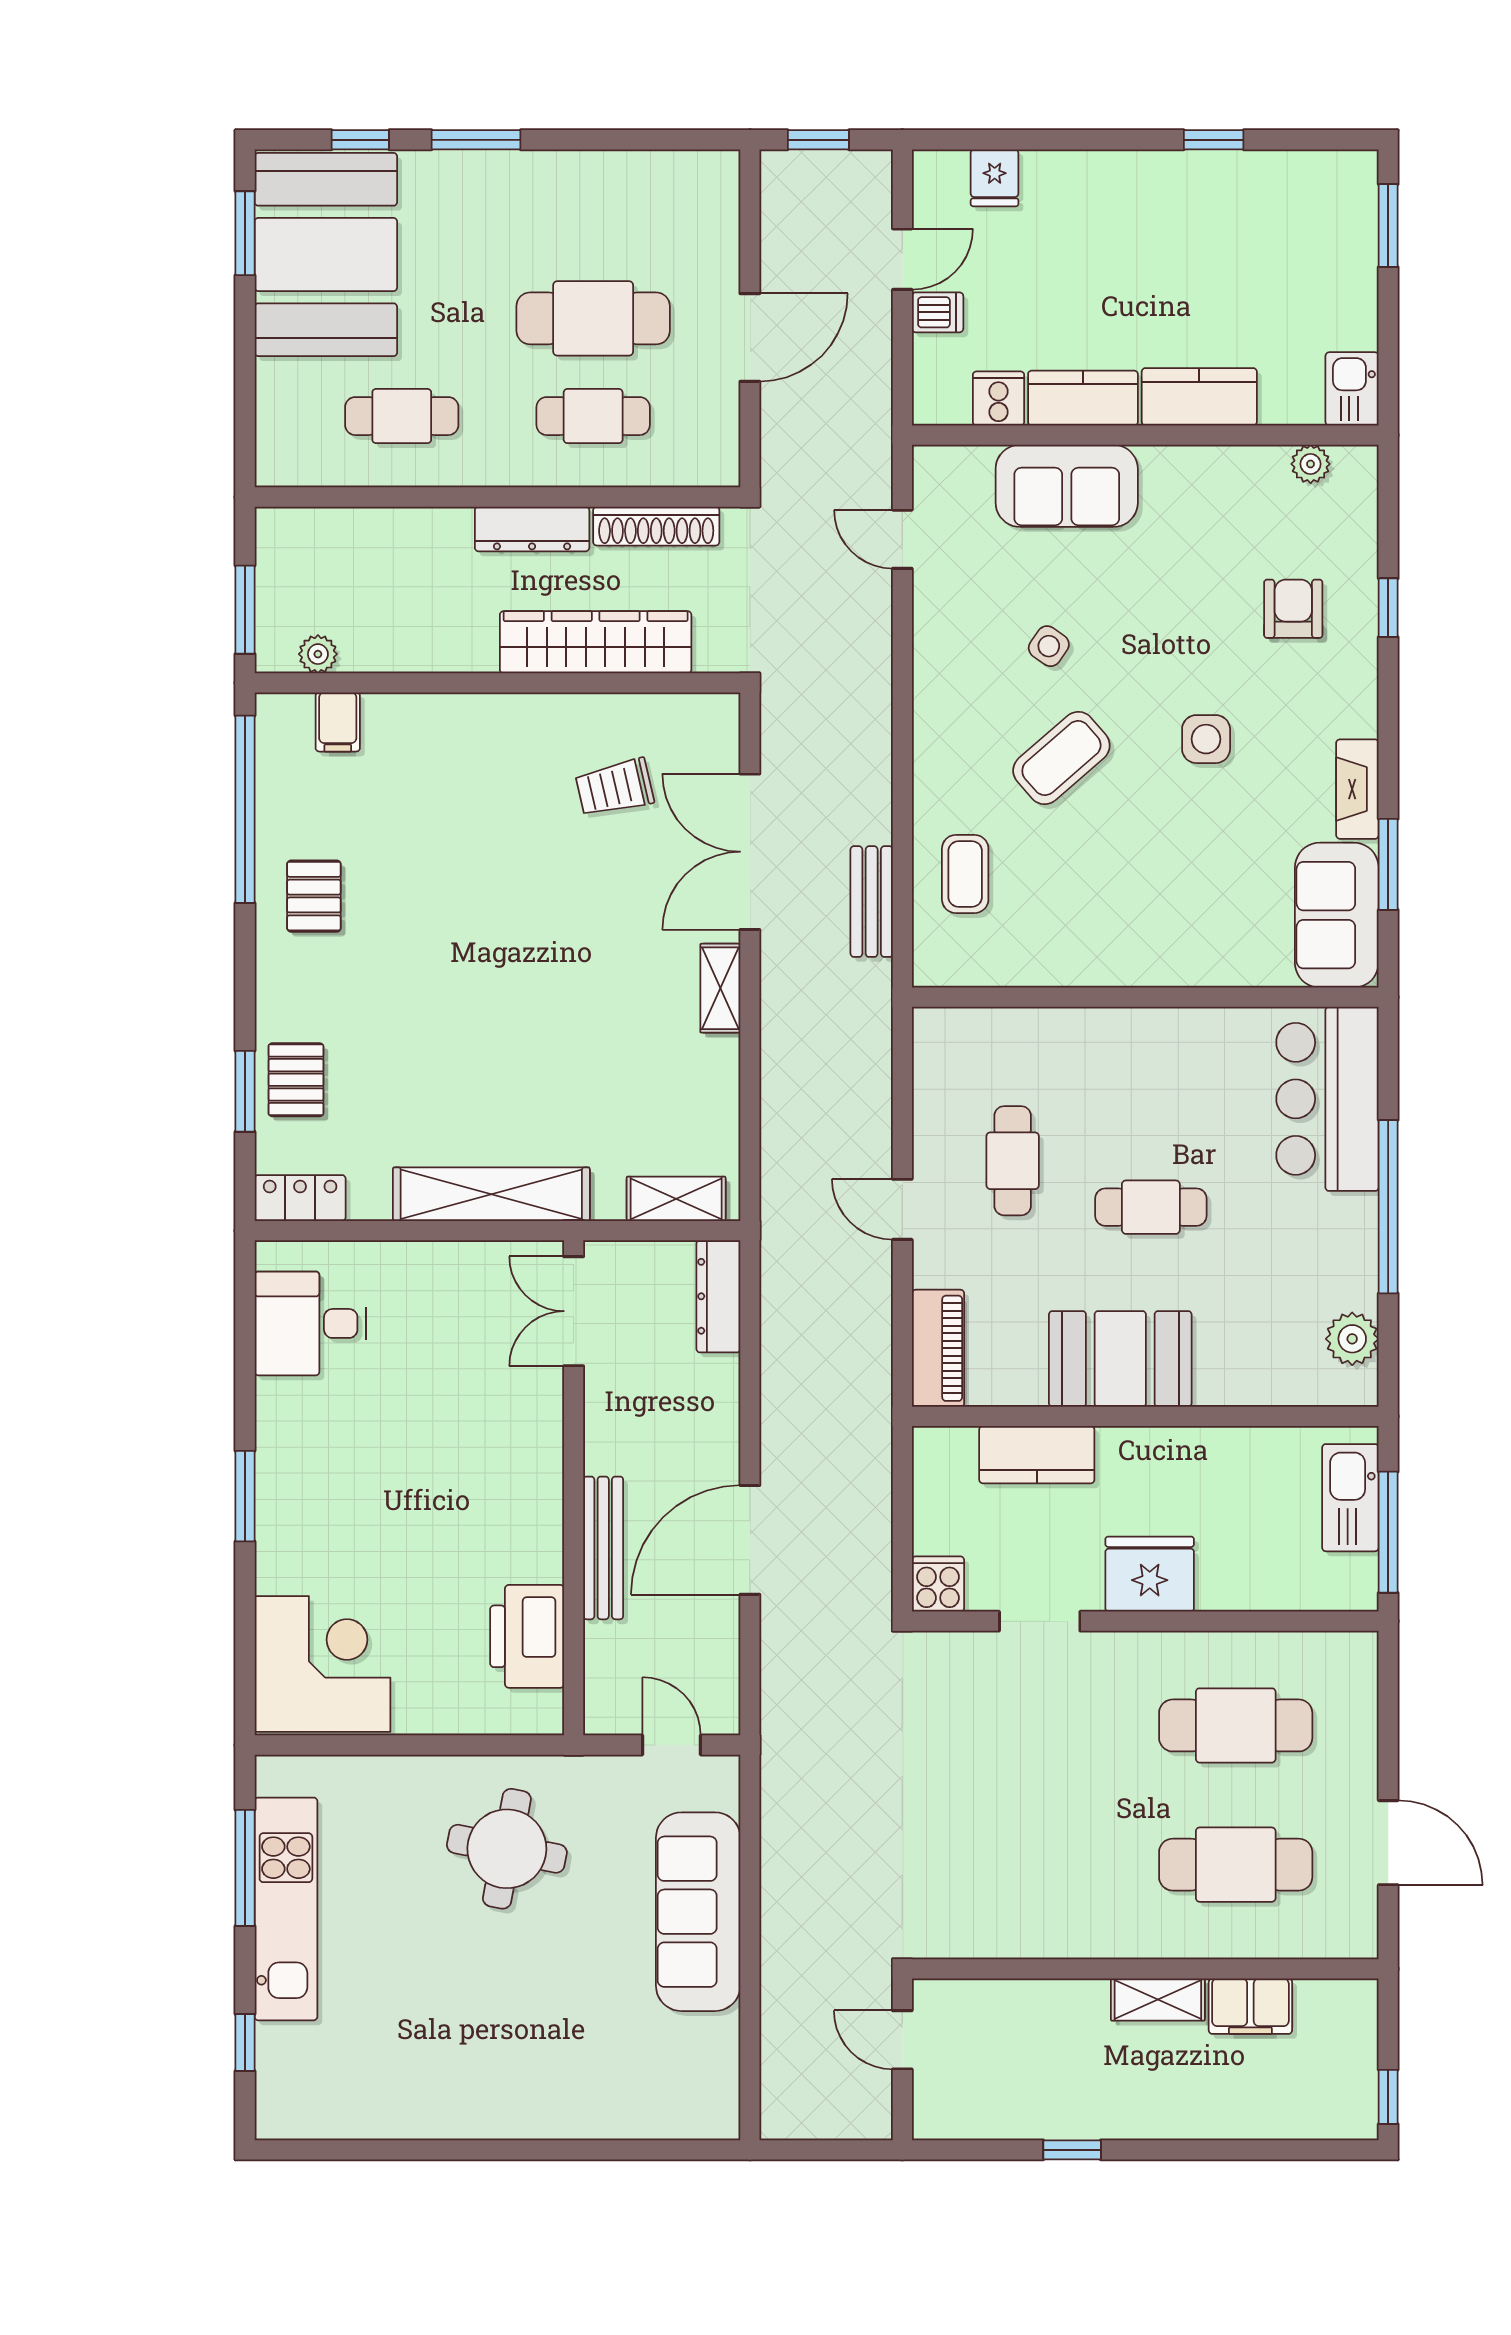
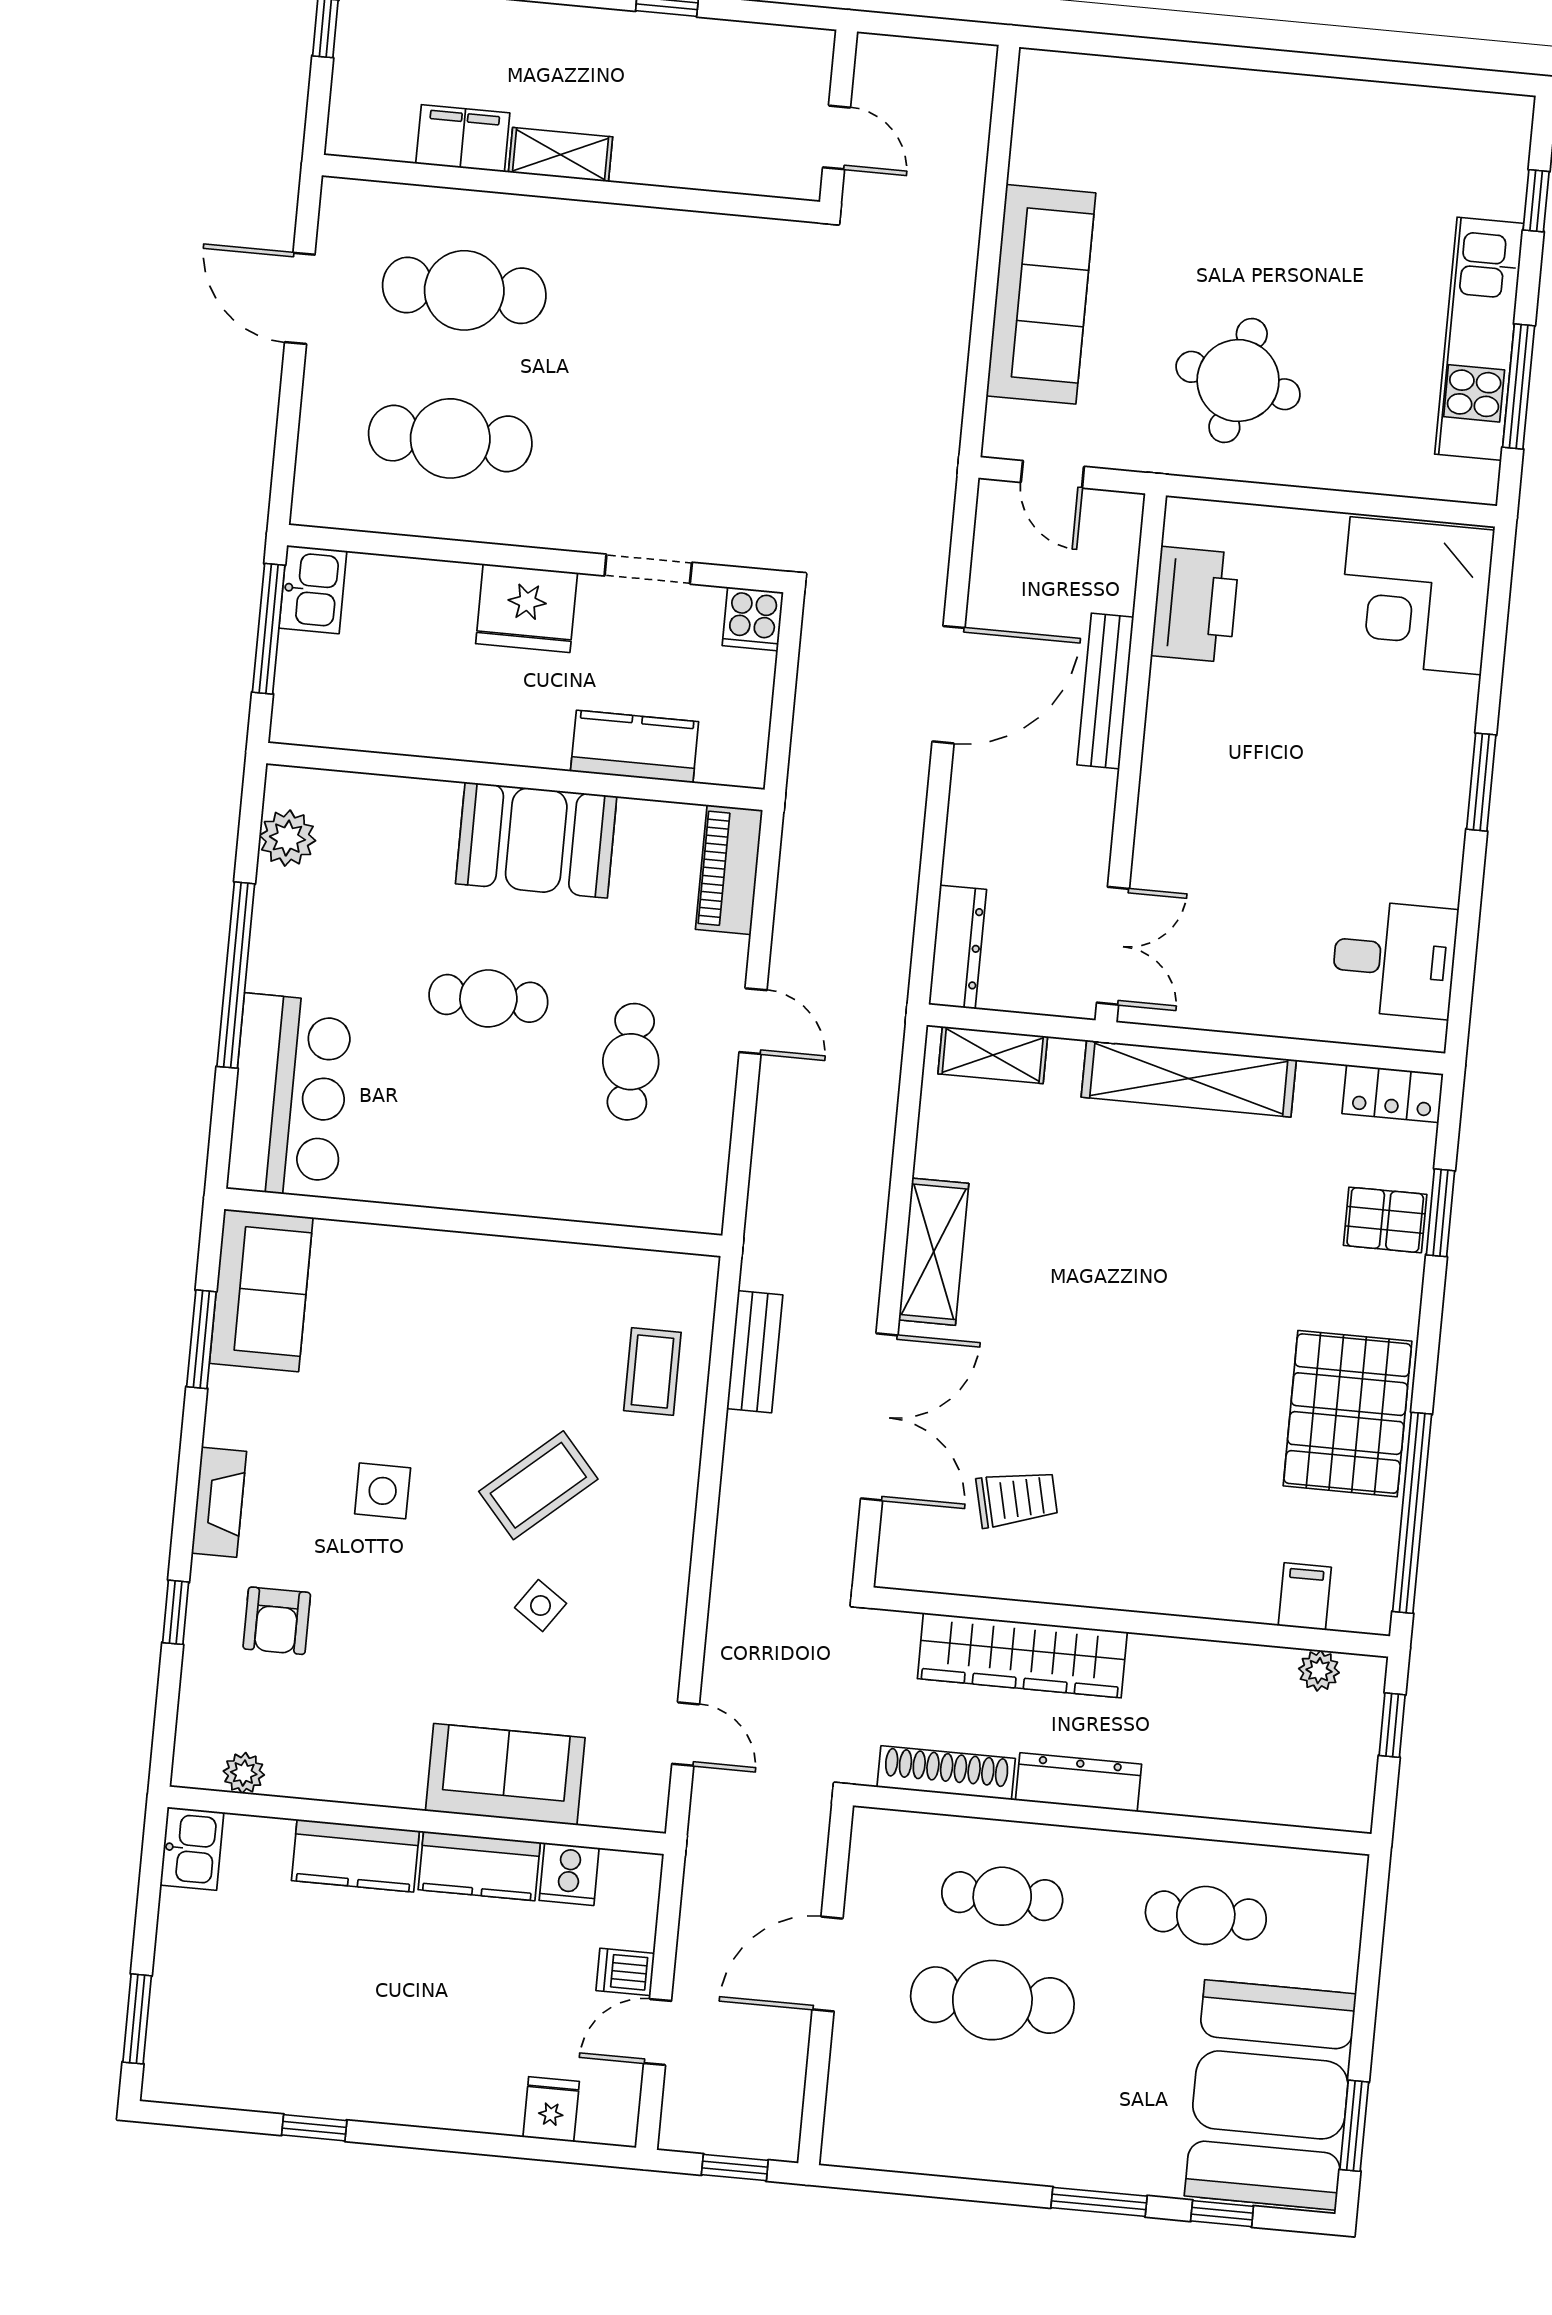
window: (245, 610) -> (1392, 1725), width x0.67
fireplace: (1357, 789) -> (219, 1502), moved
pallet: (314, 896) -> (1348, 1414), width x2.05, depth x2.00
shelving: (720, 988) -> (934, 1252), width x1.50, depth x1.33
pallet: (296, 1080) -> (1385, 1220), turned 90
kitchen sink: (1350, 1498) -> (313, 589), moved, width x0.73

